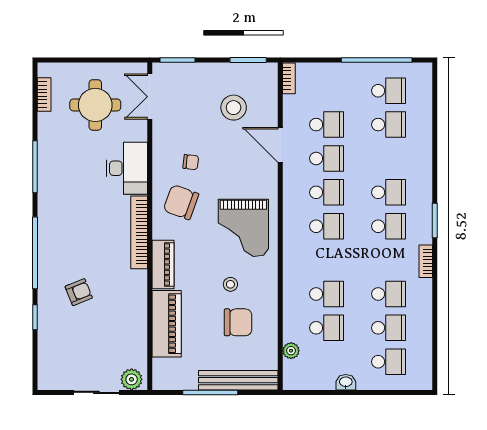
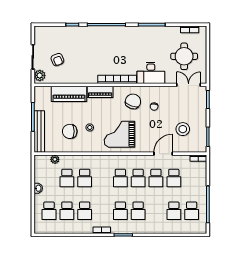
armchair: (79, 292) -> (57, 60), moved
chair: (238, 322) -> (70, 131), turned 90

